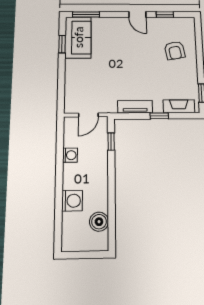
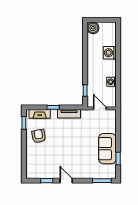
sofa: (78, 37) -> (107, 149), moved
armchair: (175, 50) -> (39, 136), moved
door: (88, 115) -> (100, 108), hinge flipped
boiler: (99, 222) -> (93, 28), moved

